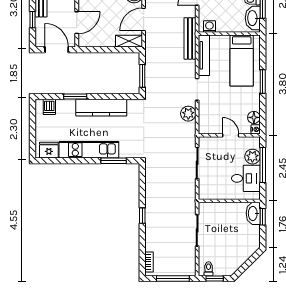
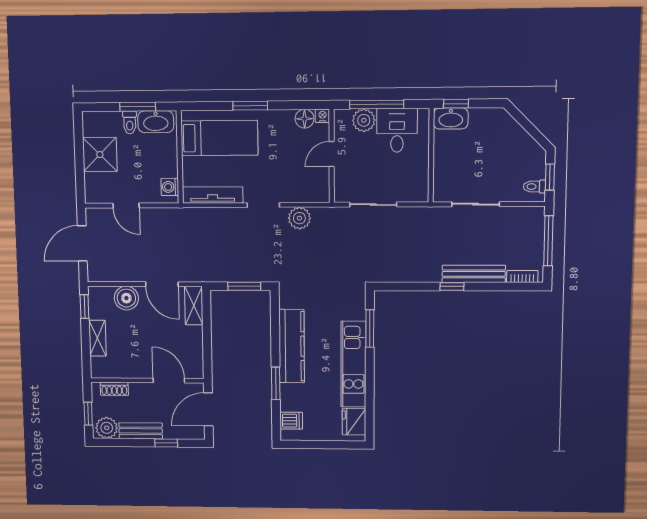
bench: (190, 38) -> (474, 274), moved

